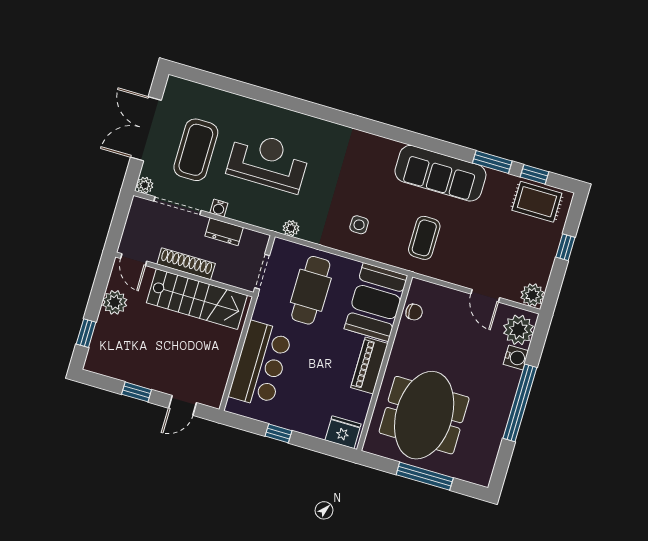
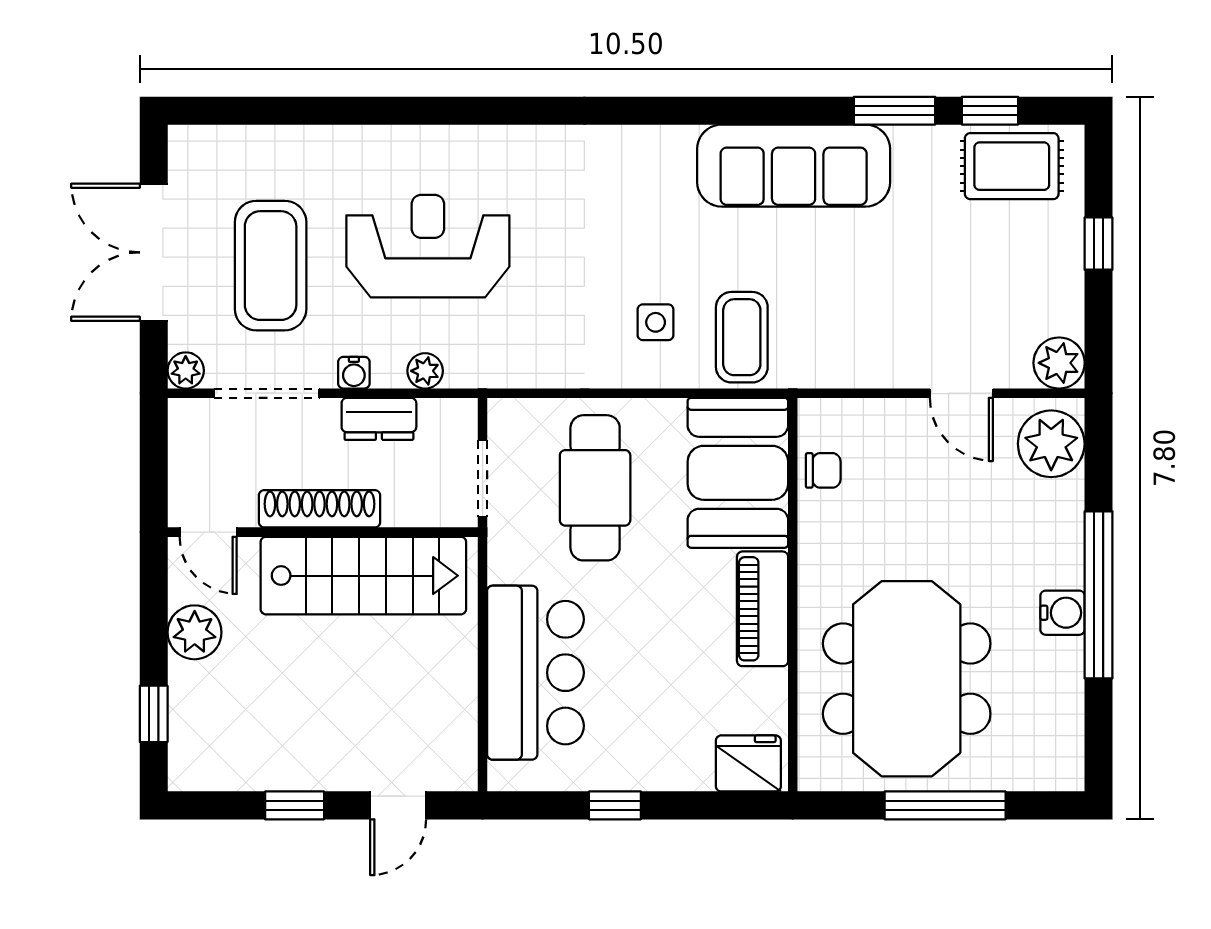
plant: (291, 228) -> (425, 371), moved
coffee table: (424, 238) -> (742, 337), moved
water cooler: (516, 357) -> (1062, 613), moved

